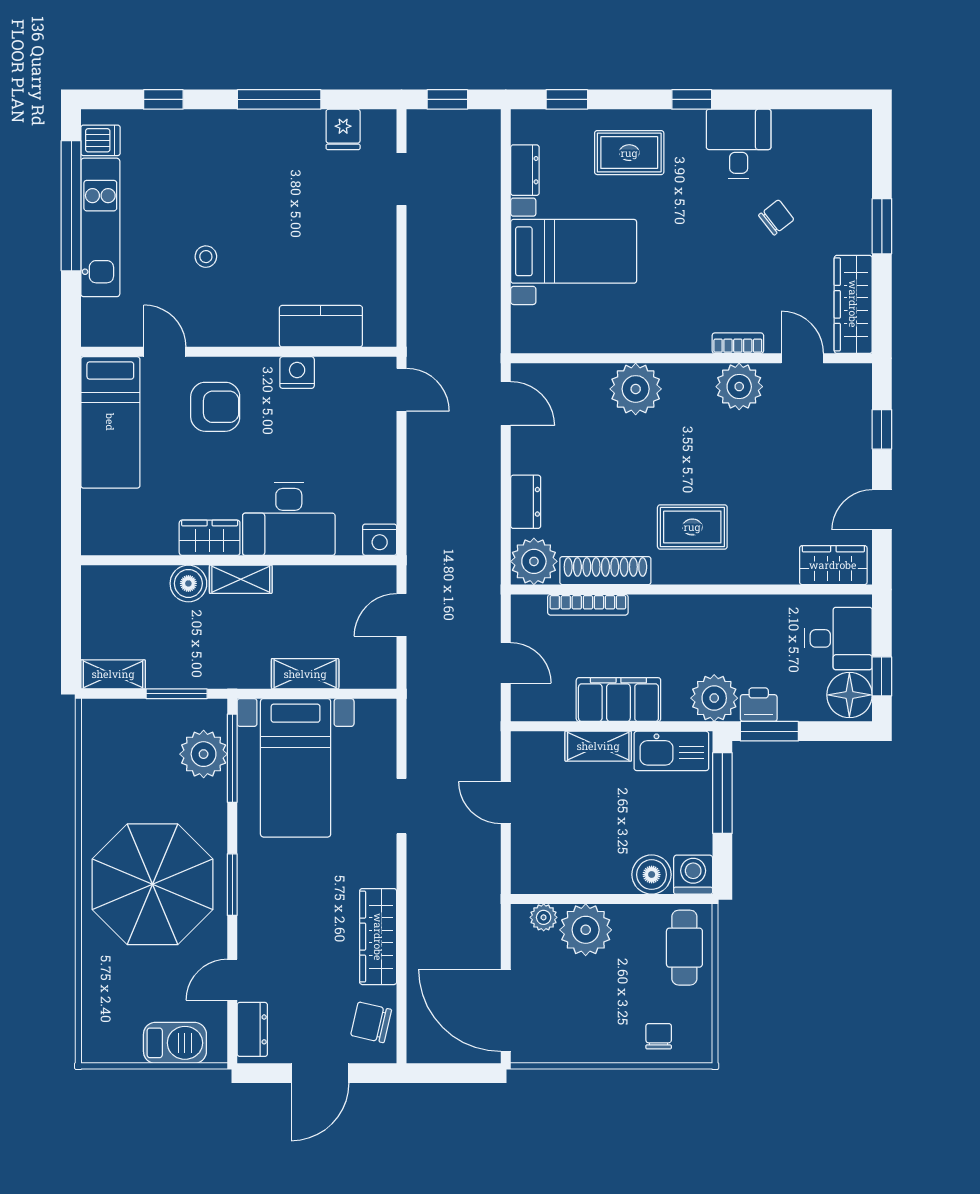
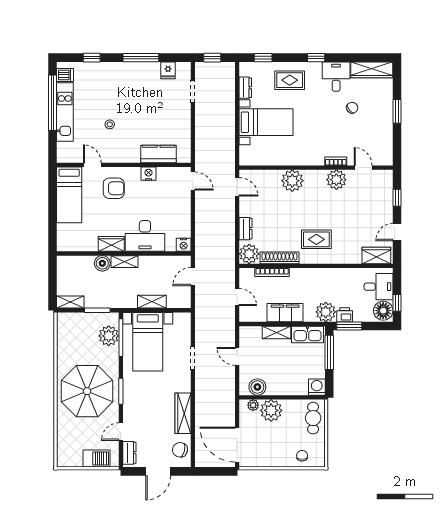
wardrobe: (853, 304) -> (372, 70), moved, turned -90
boiler: (652, 875) -> (257, 387), moved

